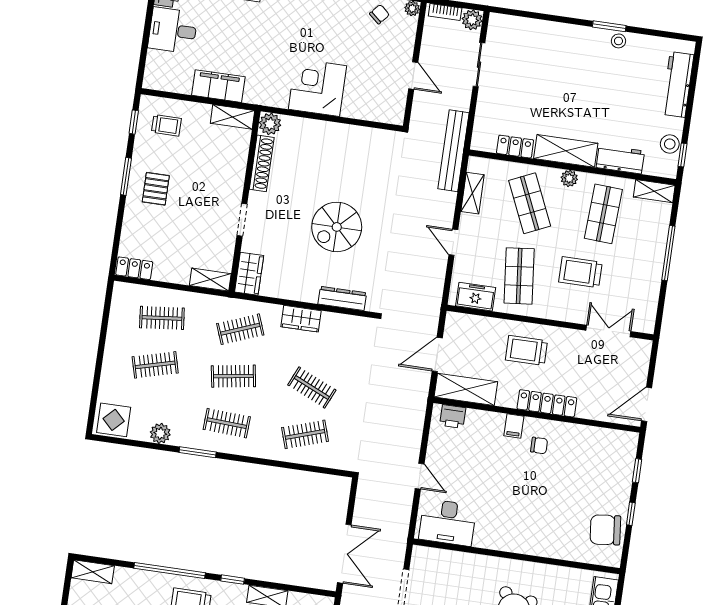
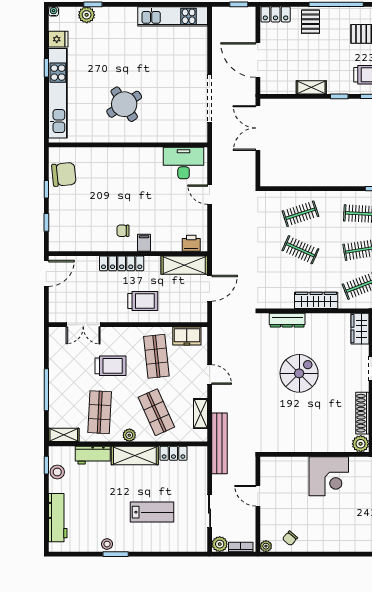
lab bench: (554, 74) -> (152, 512), added
wardrobe: (301, 319) -> (316, 300), width x1.50

